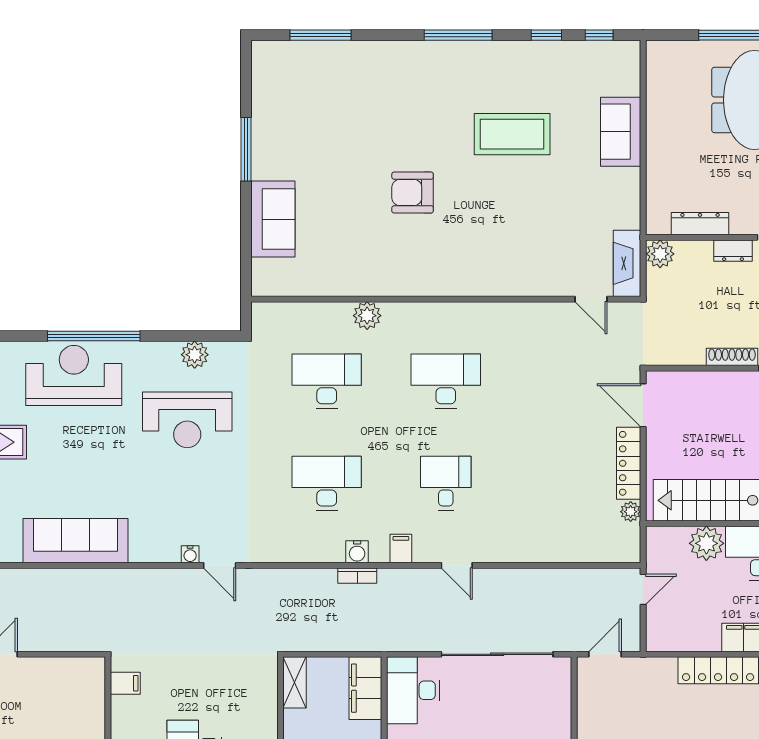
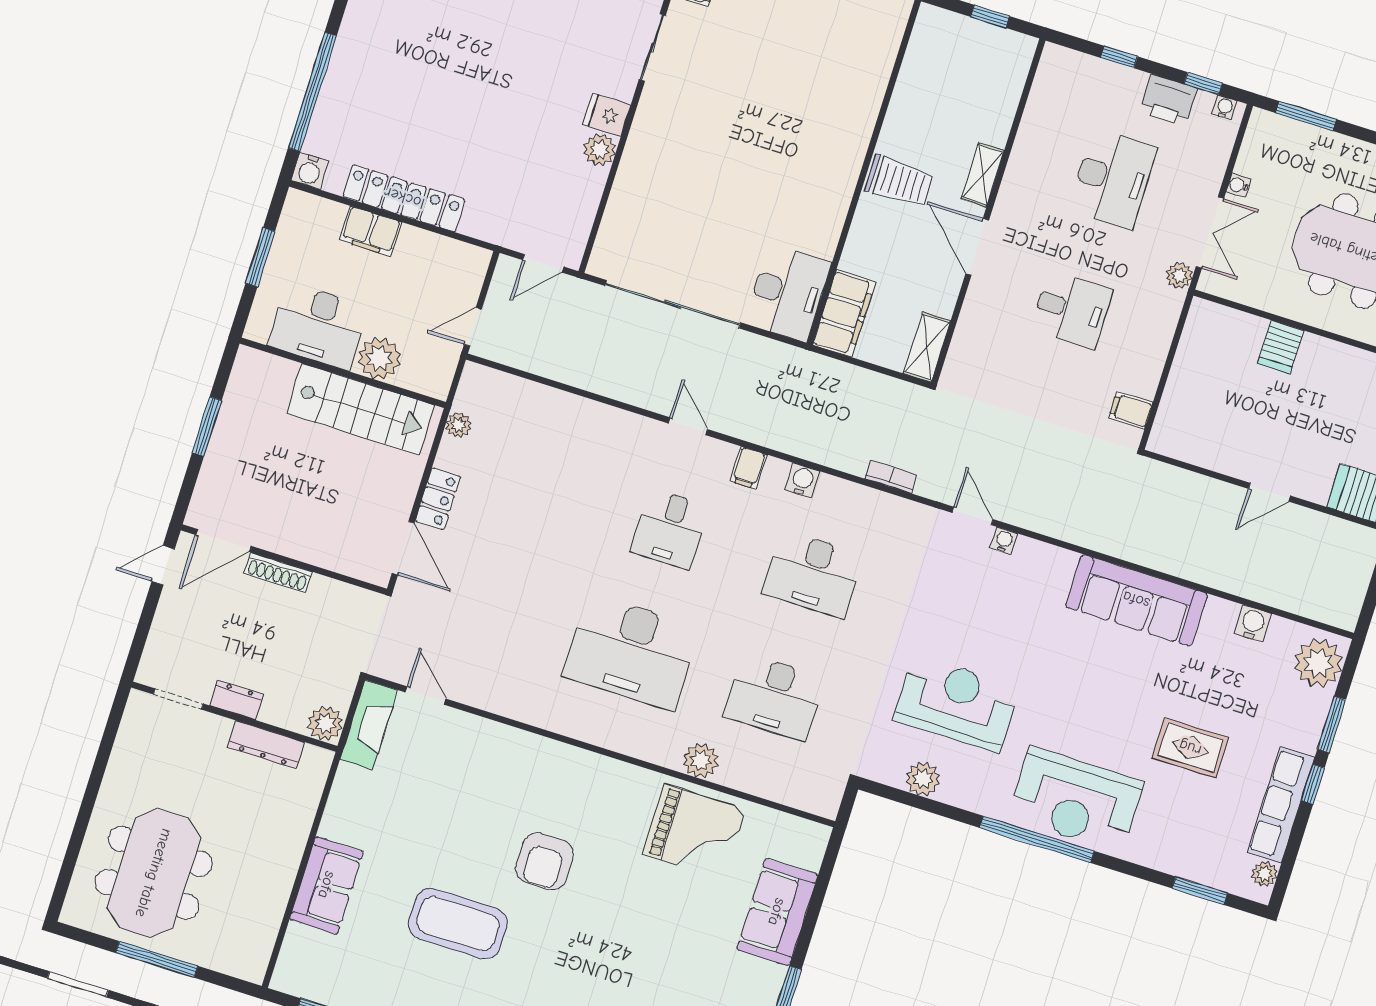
armchair: (413, 193) -> (545, 861), moved, turned 90
grand piano: (355, 260) -> (694, 832), added
desk: (446, 381) -> (631, 652), width x1.36, depth x1.30
locker: (629, 463) -> (438, 499), width x0.66
bookcase: (357, 576) -> (891, 477), moved

